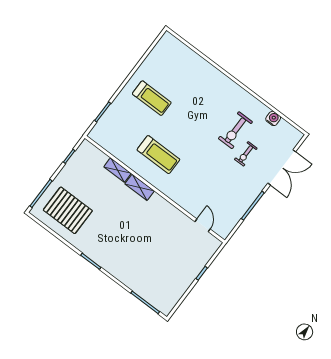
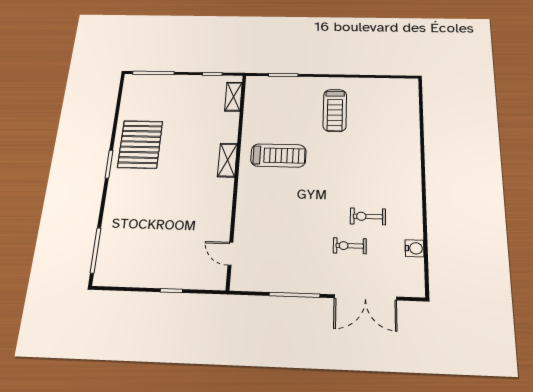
exercise bike: (235, 130) -> (368, 216), width x0.73, depth x0.72
treadmill: (158, 155) -> (278, 156), turned -90
shelving: (117, 170) -> (233, 97), moved
pallet: (68, 210) -> (140, 144), moved
door: (203, 225) -> (230, 254), swing flipped

